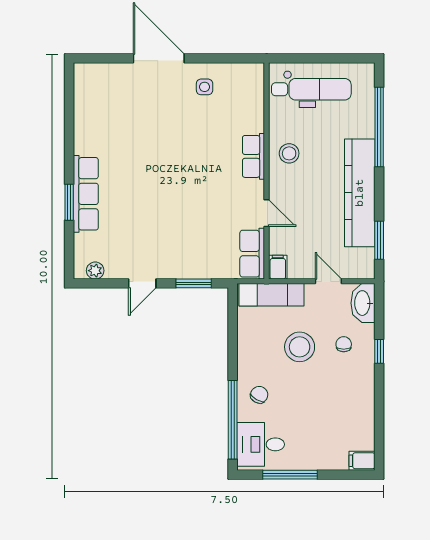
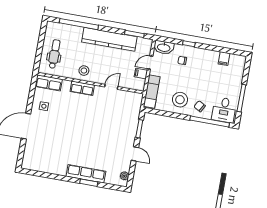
dental chair: (311, 89) -> (54, 54), width x0.73, depth x0.72
row of seats: (252, 254) -> (49, 83), moved
filing cabinet: (278, 267) -> (141, 74), moved
stool: (300, 347) -> (180, 100), moved
filing cabinet: (362, 461) -> (224, 59), moved

